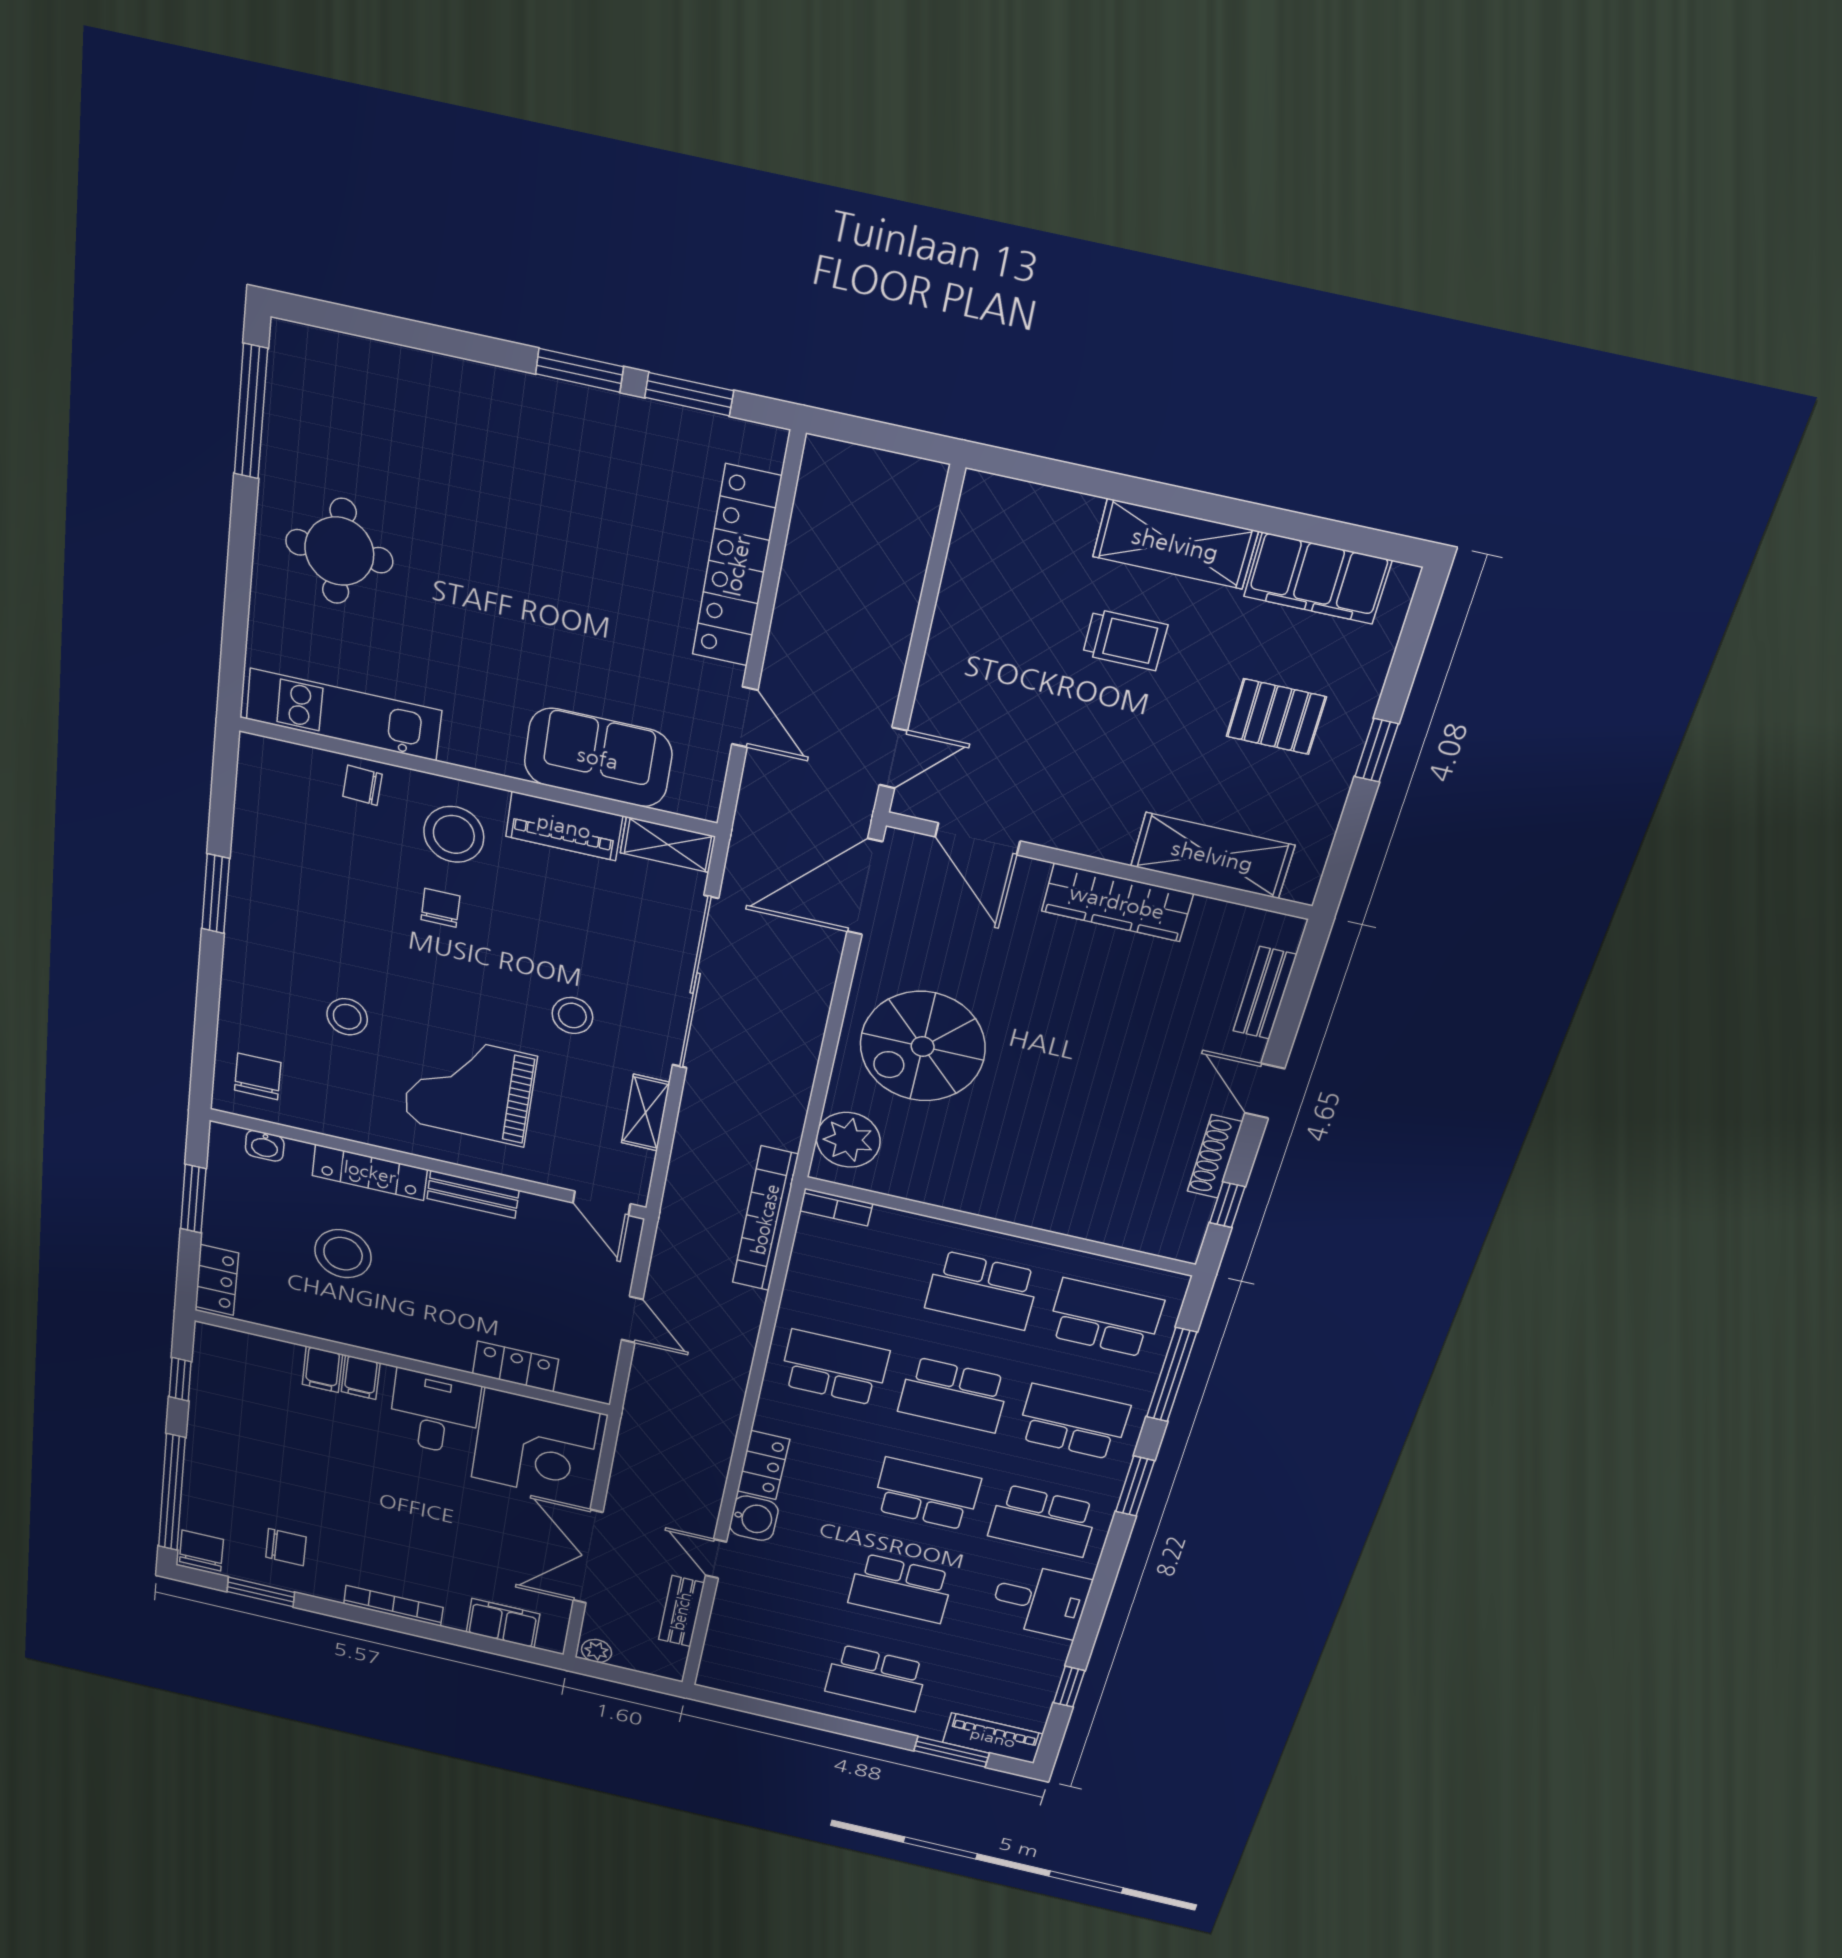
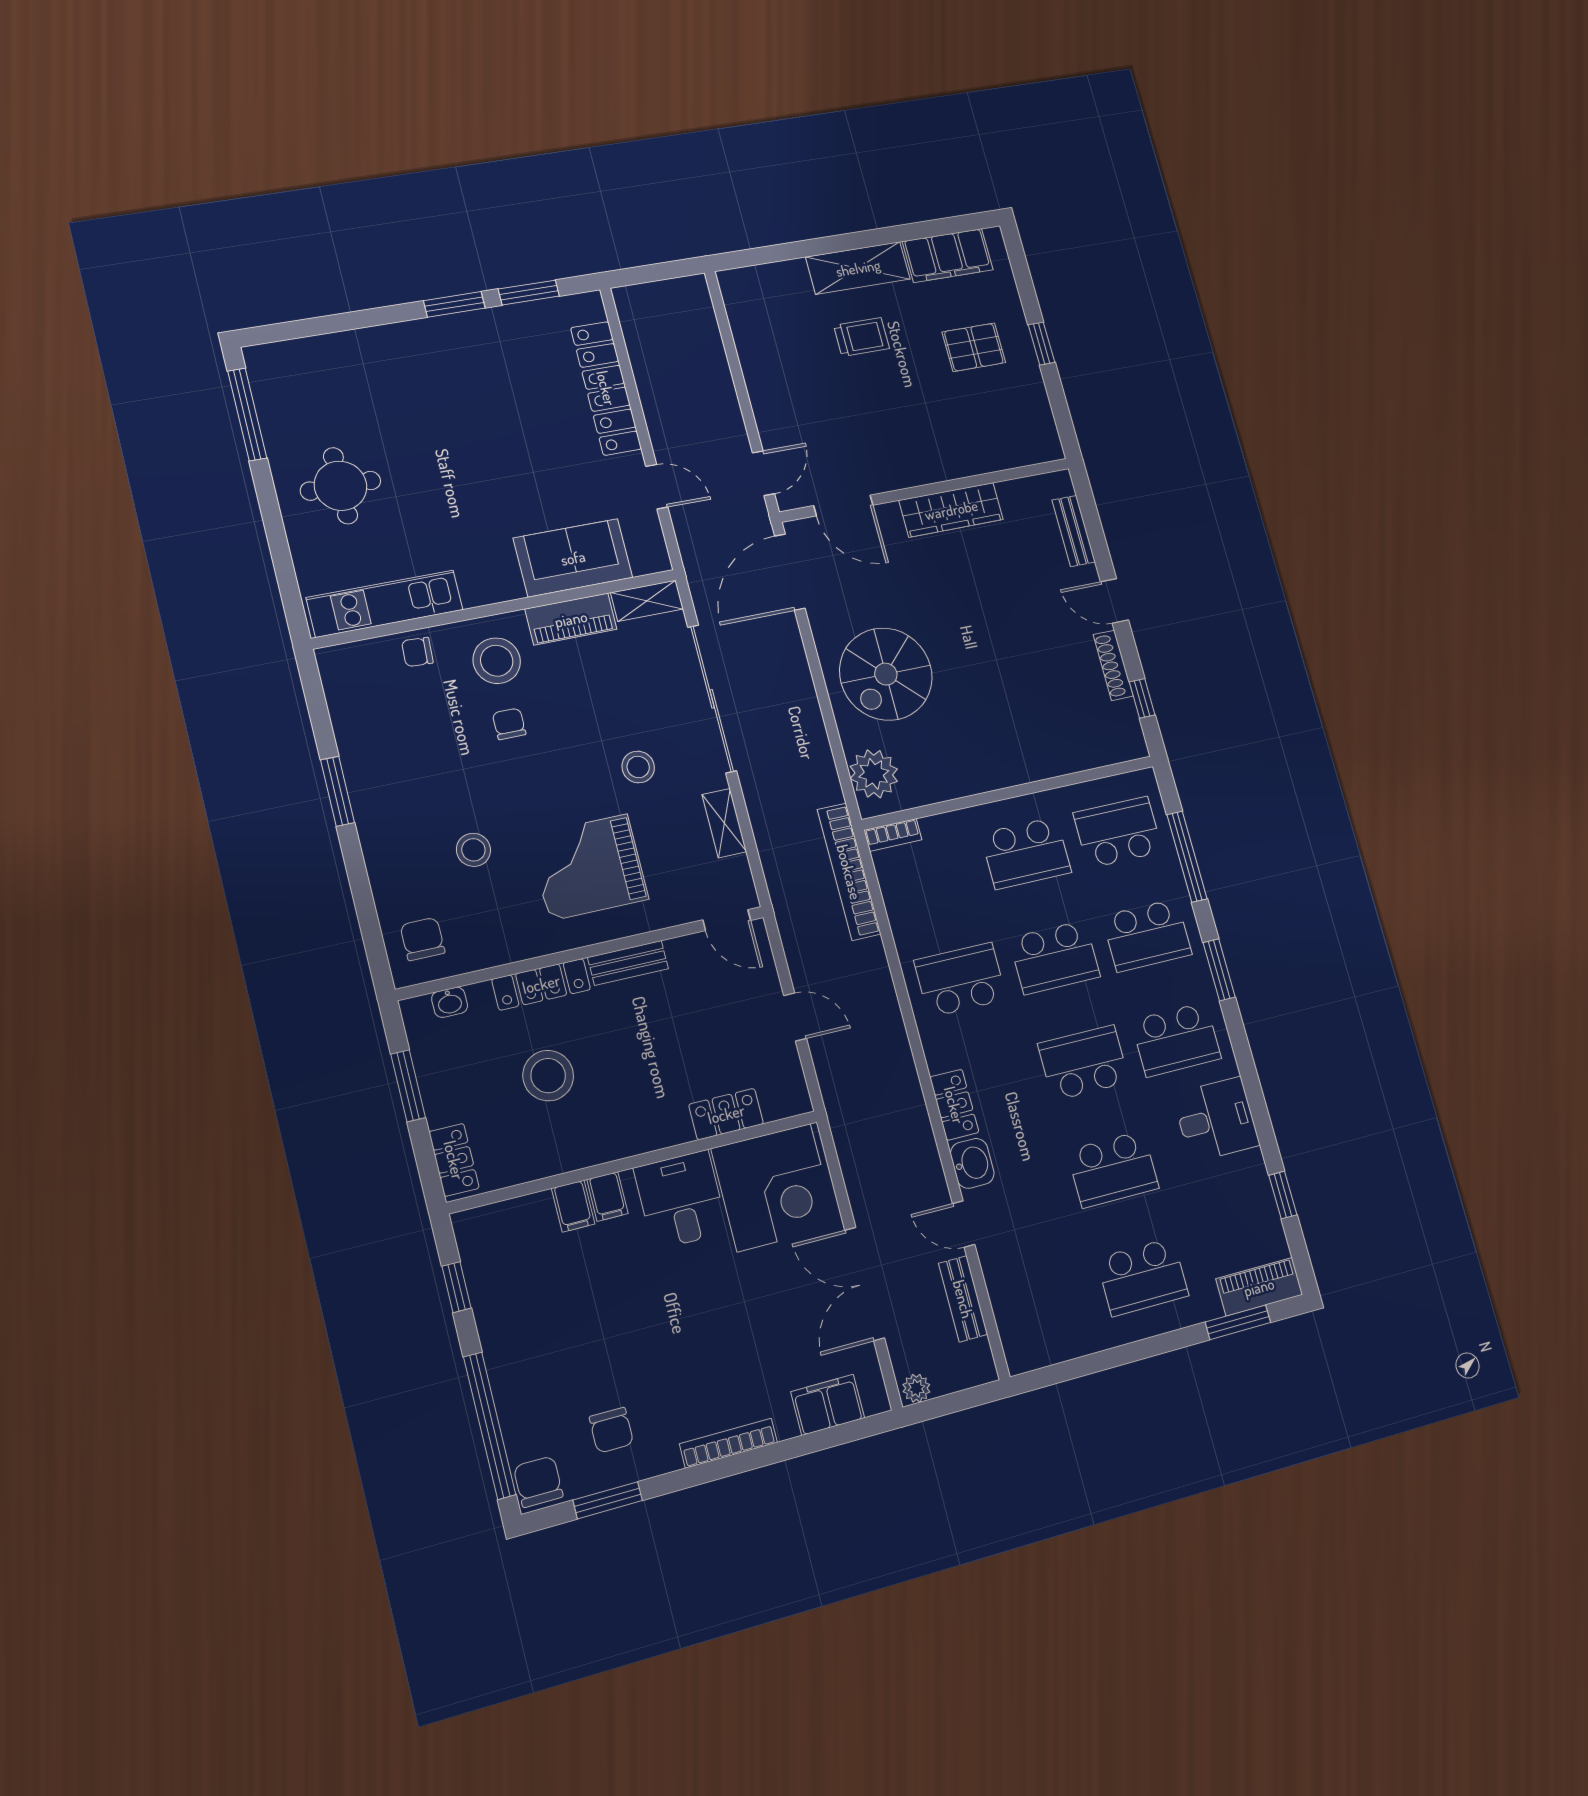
shelving: (1212, 856) -> (989, 452), removed
school desk: (1073, 1422) -> (1147, 935), turned 180
chair: (286, 1547) -> (611, 1430), turned 90

